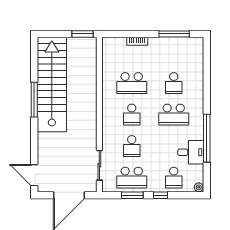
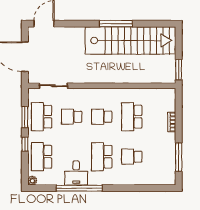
desk: (191, 152) -> (76, 173), moved
school desk: (174, 178) -> (42, 157), width x1.85

